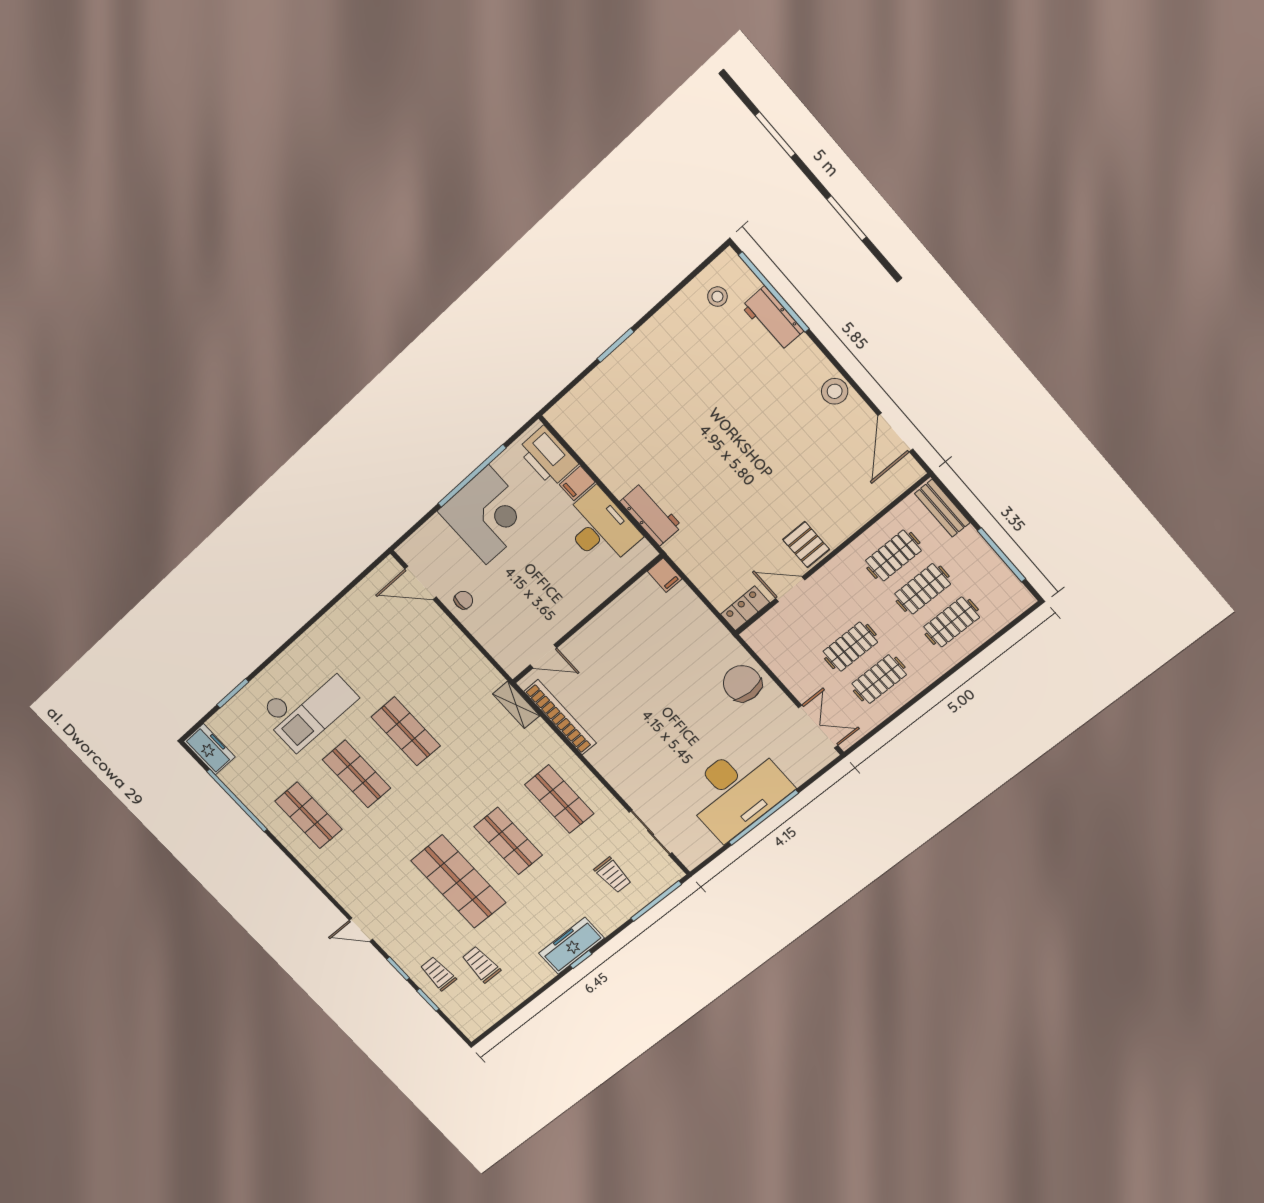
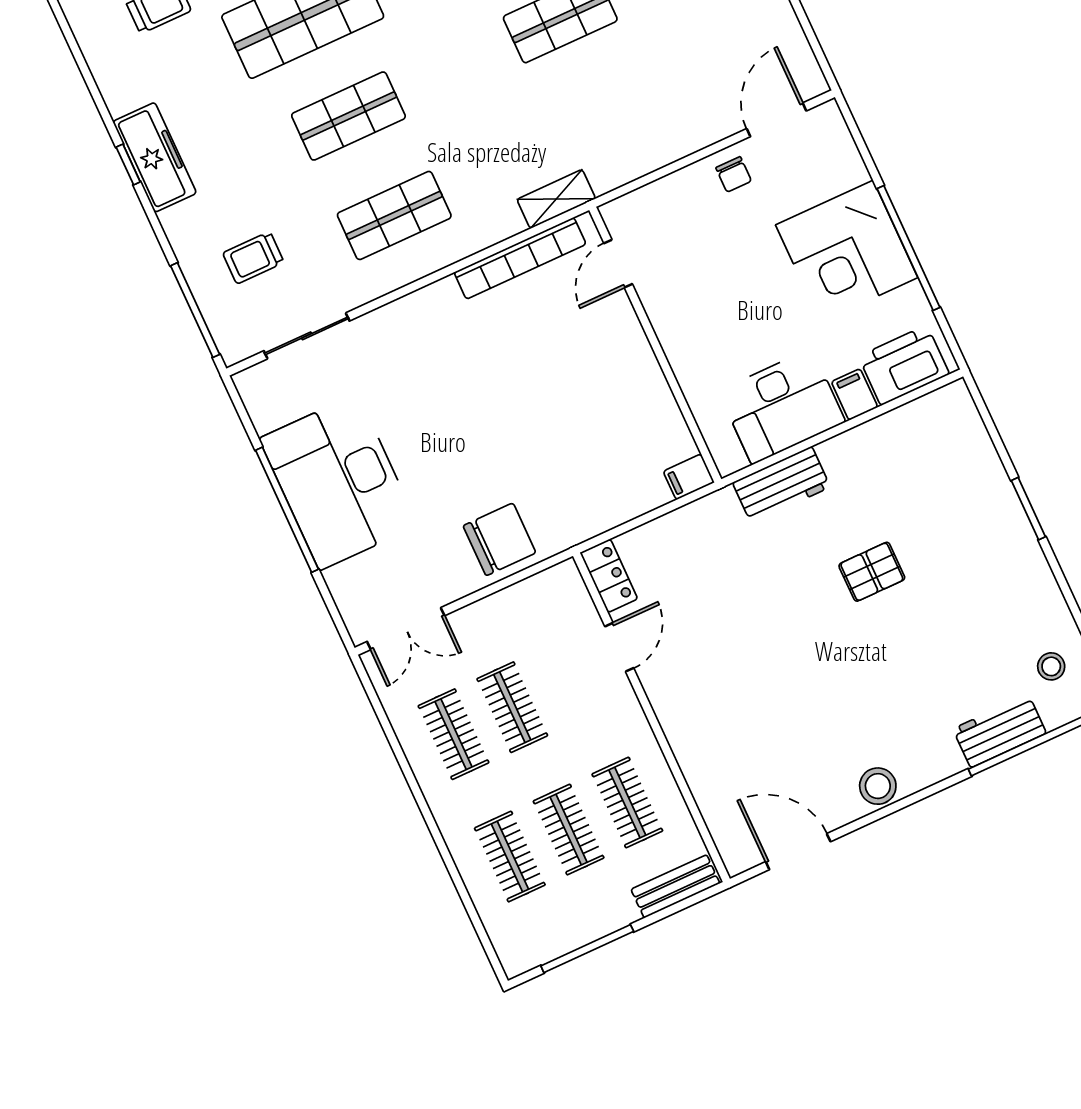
pallet: (806, 545) -> (872, 572), moved

